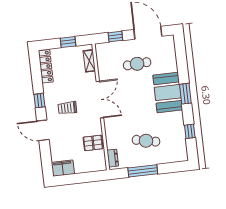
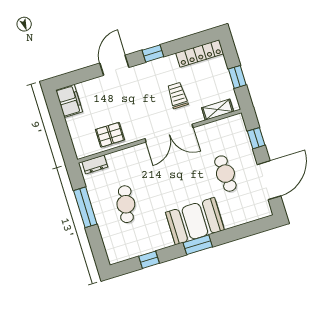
trolley: (67, 108) -> (178, 95), moved
pallet: (93, 143) -> (110, 135), turned 90

